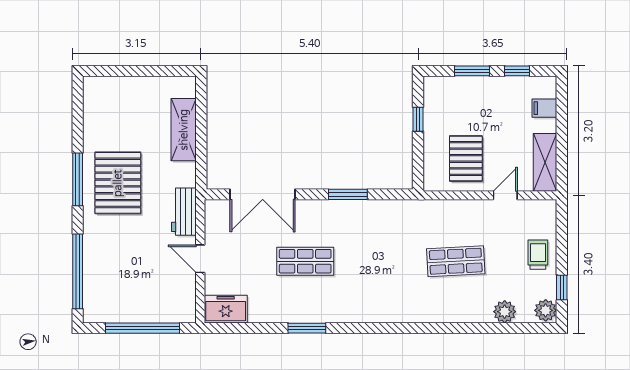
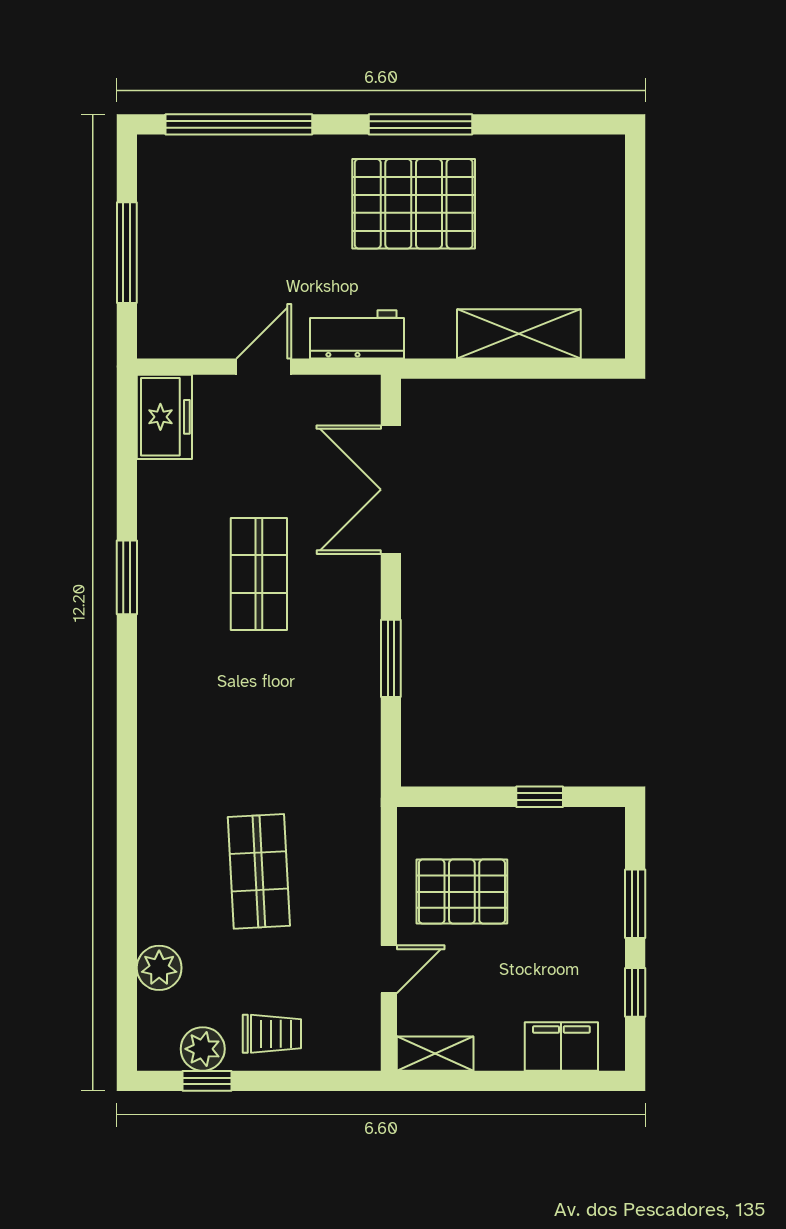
filing cabinet: (544, 108) -> (561, 1047), width x2.00
shelving: (545, 162) -> (435, 1054), width x0.67, depth x0.75
door: (505, 195) -> (389, 969), hinge flipped
plant: (546, 310) -> (203, 1049), moved
window: (143, 328) -> (127, 253), width x0.68

